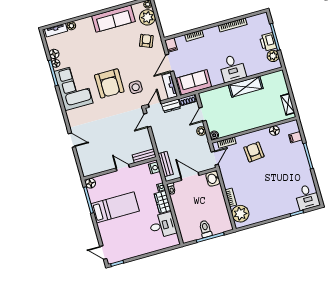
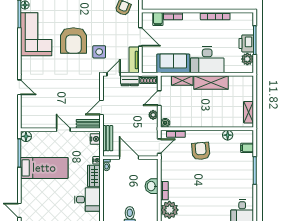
filing cabinet: (171, 45) -> (158, 19), moved
door: (170, 63) -> (140, 37), swing flipped
desk: (232, 68) -> (207, 60), width x1.37
sofa: (194, 82) -> (173, 63), moved
shelving: (219, 92) -> (182, 80), added
door: (147, 120) -> (102, 108), moved
washbasin: (213, 179) -> (152, 186), moved

